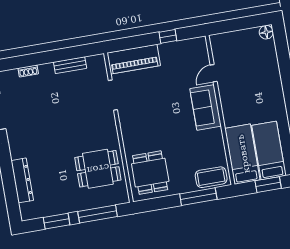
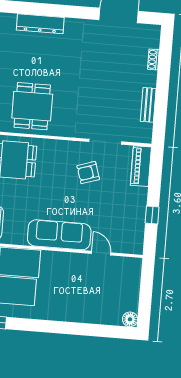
piano: (134, 59) -> (141, 166), width x0.73, depth x0.75
armchair: (144, 103) -> (88, 173), added
sofa: (206, 107) -> (59, 235), width x1.36

